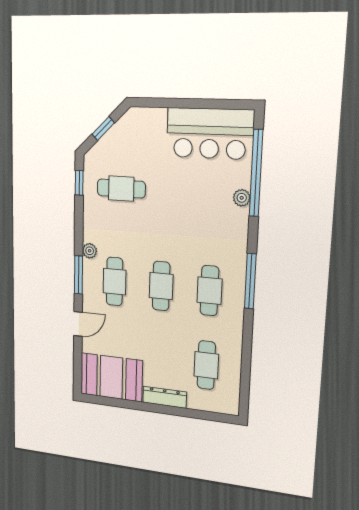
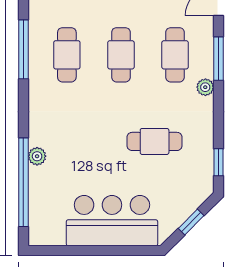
bar counter: (210, 133) -> (112, 221), moved
cafe table: (121, 189) -> (155, 141), moved
window: (250, 281) -> (23, 49), moved

